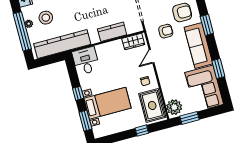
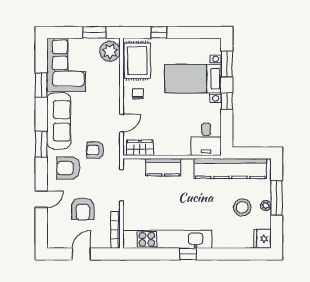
window: (22, 31) -> (277, 198), width x0.68

